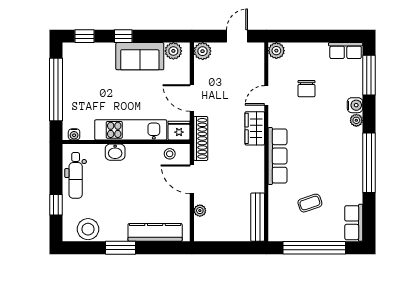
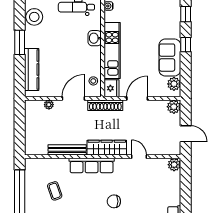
chair: (306, 89) -> (114, 201), moved
wardrobe: (255, 128) -> (107, 148), width x1.50
bench: (258, 217) -> (67, 150), moved

